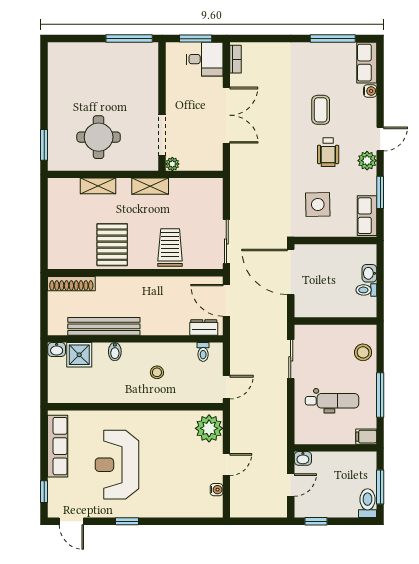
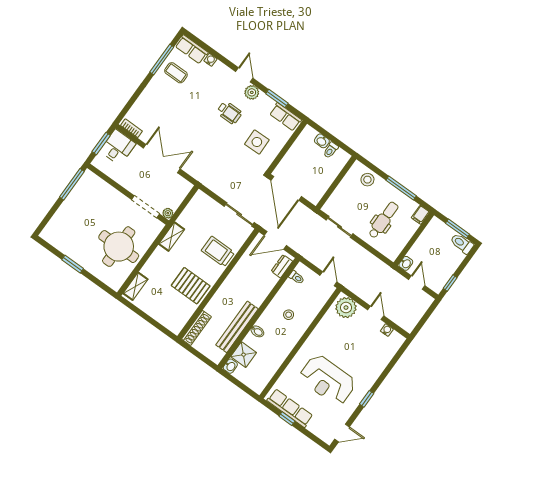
coffee table: (321, 110) -> (176, 73), moved
round table: (99, 137) -> (119, 247), width x1.36, depth x1.36
window: (44, 145) -> (73, 264), moved
shelving: (98, 186) -> (135, 286), moved
door: (291, 272) -> (286, 188), hinge flipped
window: (44, 492) -> (287, 419), moved

